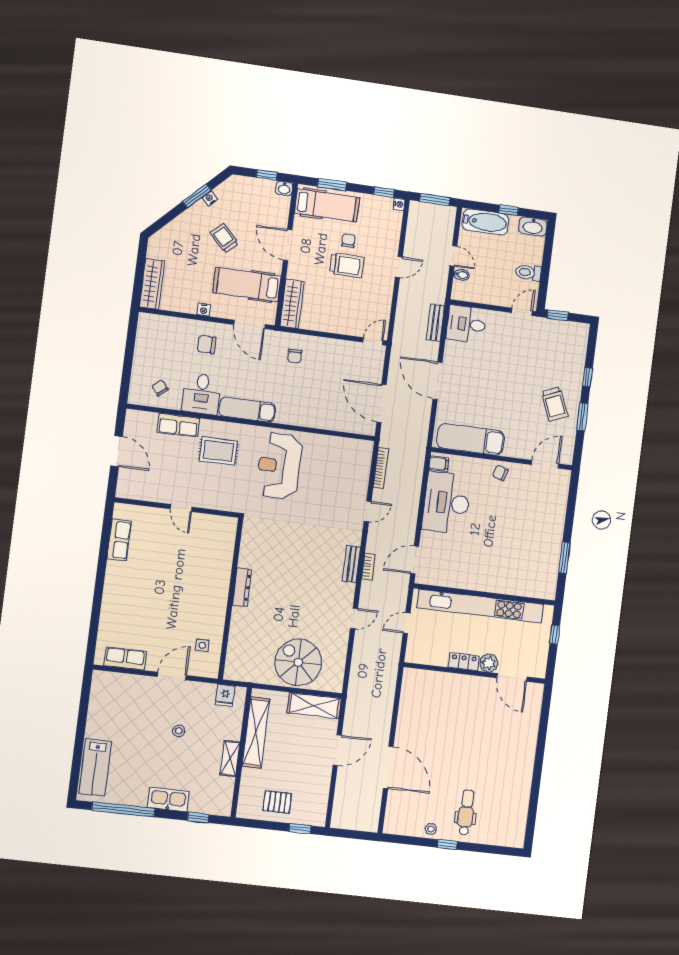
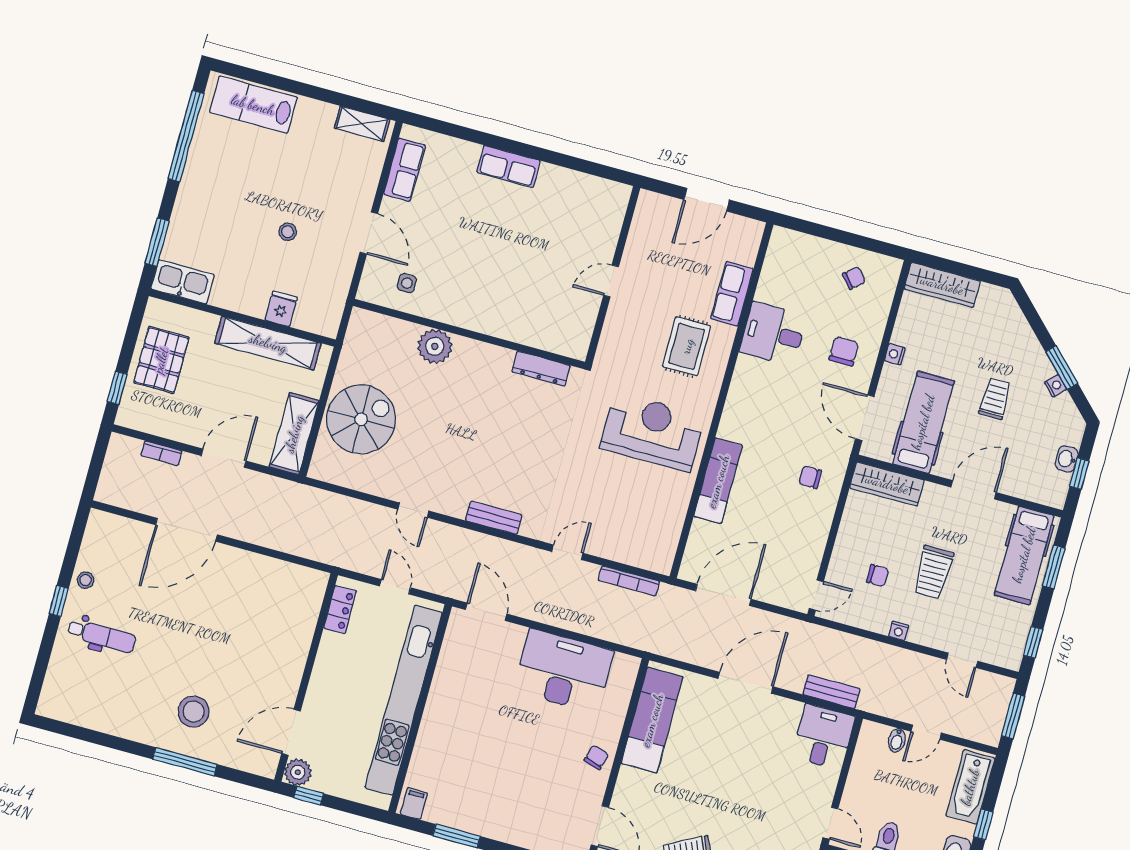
washbasin: (284, 189) -> (1067, 459), moved
nightstand: (399, 204) -> (899, 631), moved
trolley: (224, 238) -> (995, 399), turned -46
chair: (348, 241) -> (878, 576), moved
door: (399, 267) -> (962, 660), moved
door: (249, 324) -> (865, 418), hinge flipped
door: (373, 341) -> (816, 595), hinge flipped
chair: (160, 388) -> (854, 278), moved
exam couch: (247, 410) -> (718, 481), moved
filing cabinet: (439, 464) -> (414, 804), moved, turned 180
door: (368, 511) -> (567, 552), swing flipped
row of seats: (119, 540) -> (509, 166), moved
bookcase: (368, 567) -> (161, 453), moved
dresser: (242, 587) -> (541, 369), moved
plant: (242, 620) -> (435, 346), added
window: (555, 635) -> (309, 796), moved
locker: (464, 662) -> (340, 609), moved
plant: (489, 663) -> (298, 772), moved
fridge: (225, 695) -> (281, 309), moved, turned 90
stool: (507, 744) -> (193, 712), added
window: (541, 744) -> (185, 762), added
door: (337, 750) -> (224, 458), swing flipped
shelving: (230, 758) -> (362, 124), moved
kitchen sink: (168, 800) -> (183, 282), moved, turned -90
pallet: (277, 802) -> (161, 360), width x1.50, depth x1.42
window: (198, 818) -> (157, 242), width x1.50

